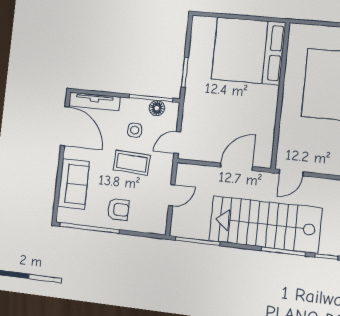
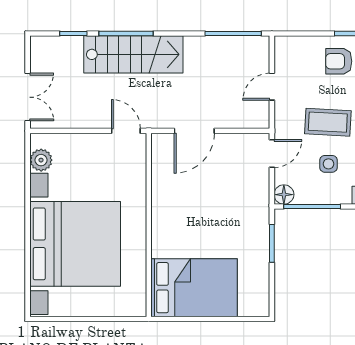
bed: (248, 51) -> (194, 288), width x0.73
floor lamp: (157, 108) -> (284, 195), moved
door: (291, 173) -> (126, 131), hinge flipped
stairs: (265, 224) -> (133, 54), width x0.73, depth x0.66

